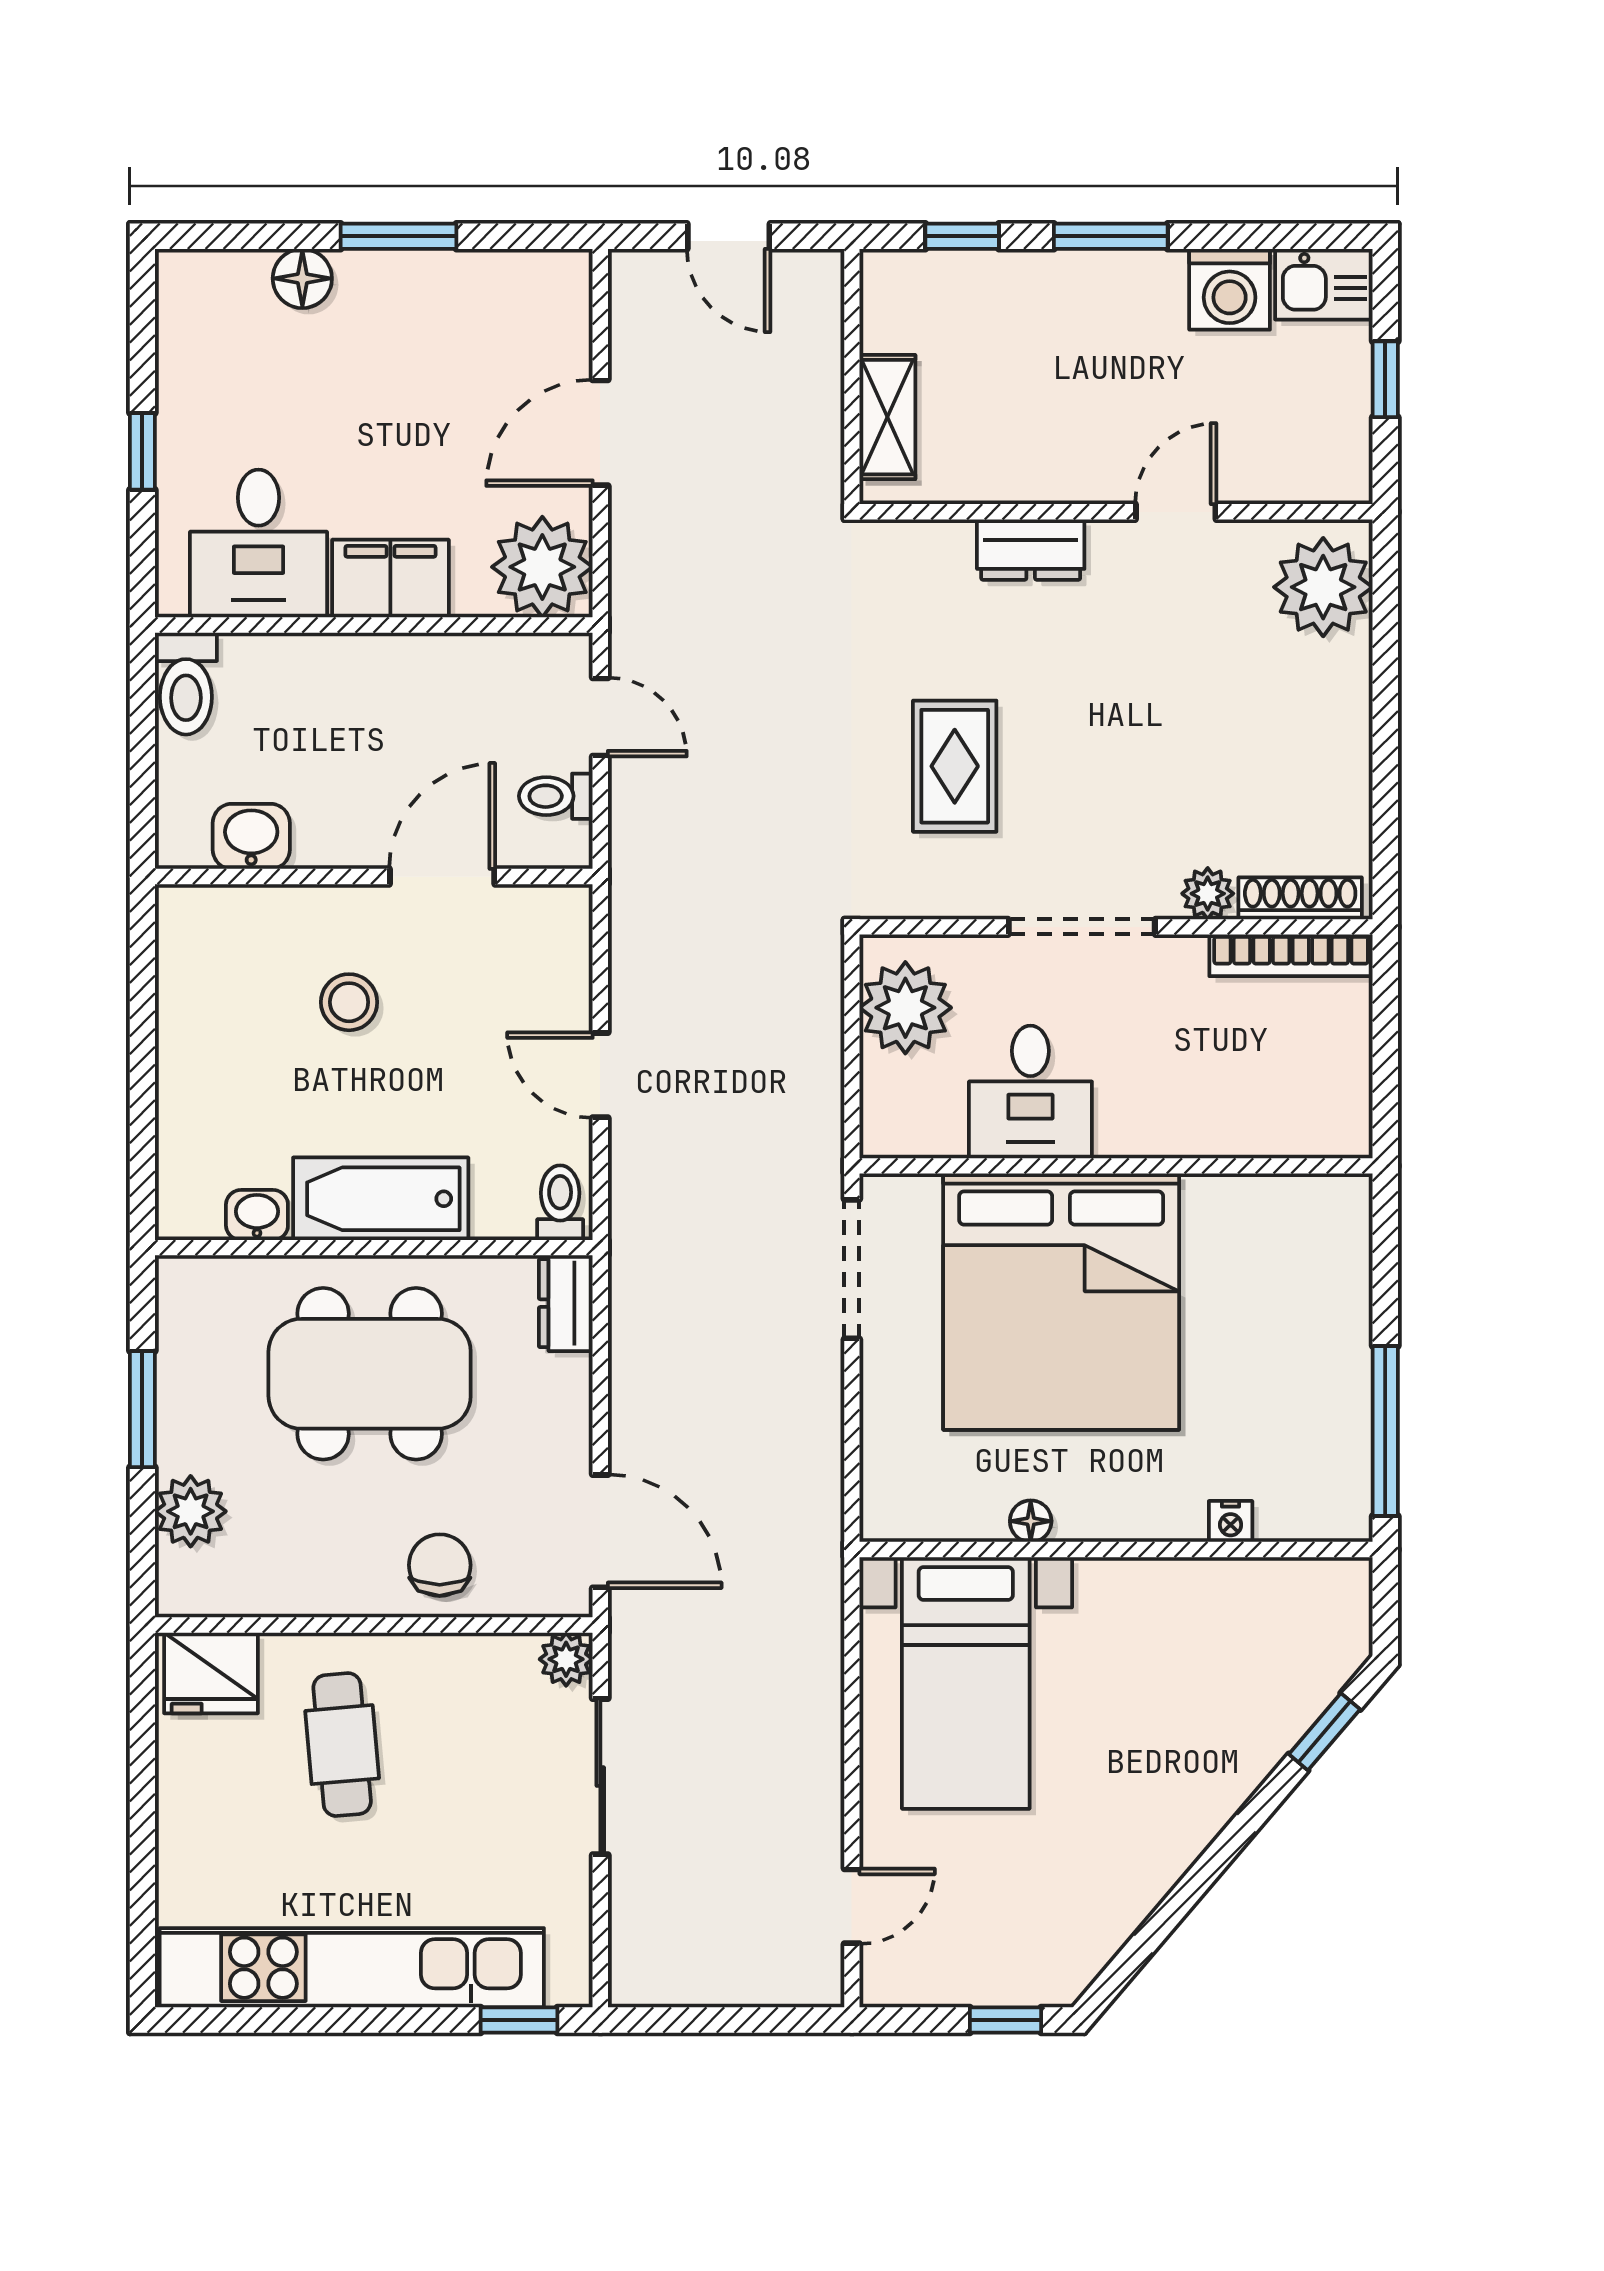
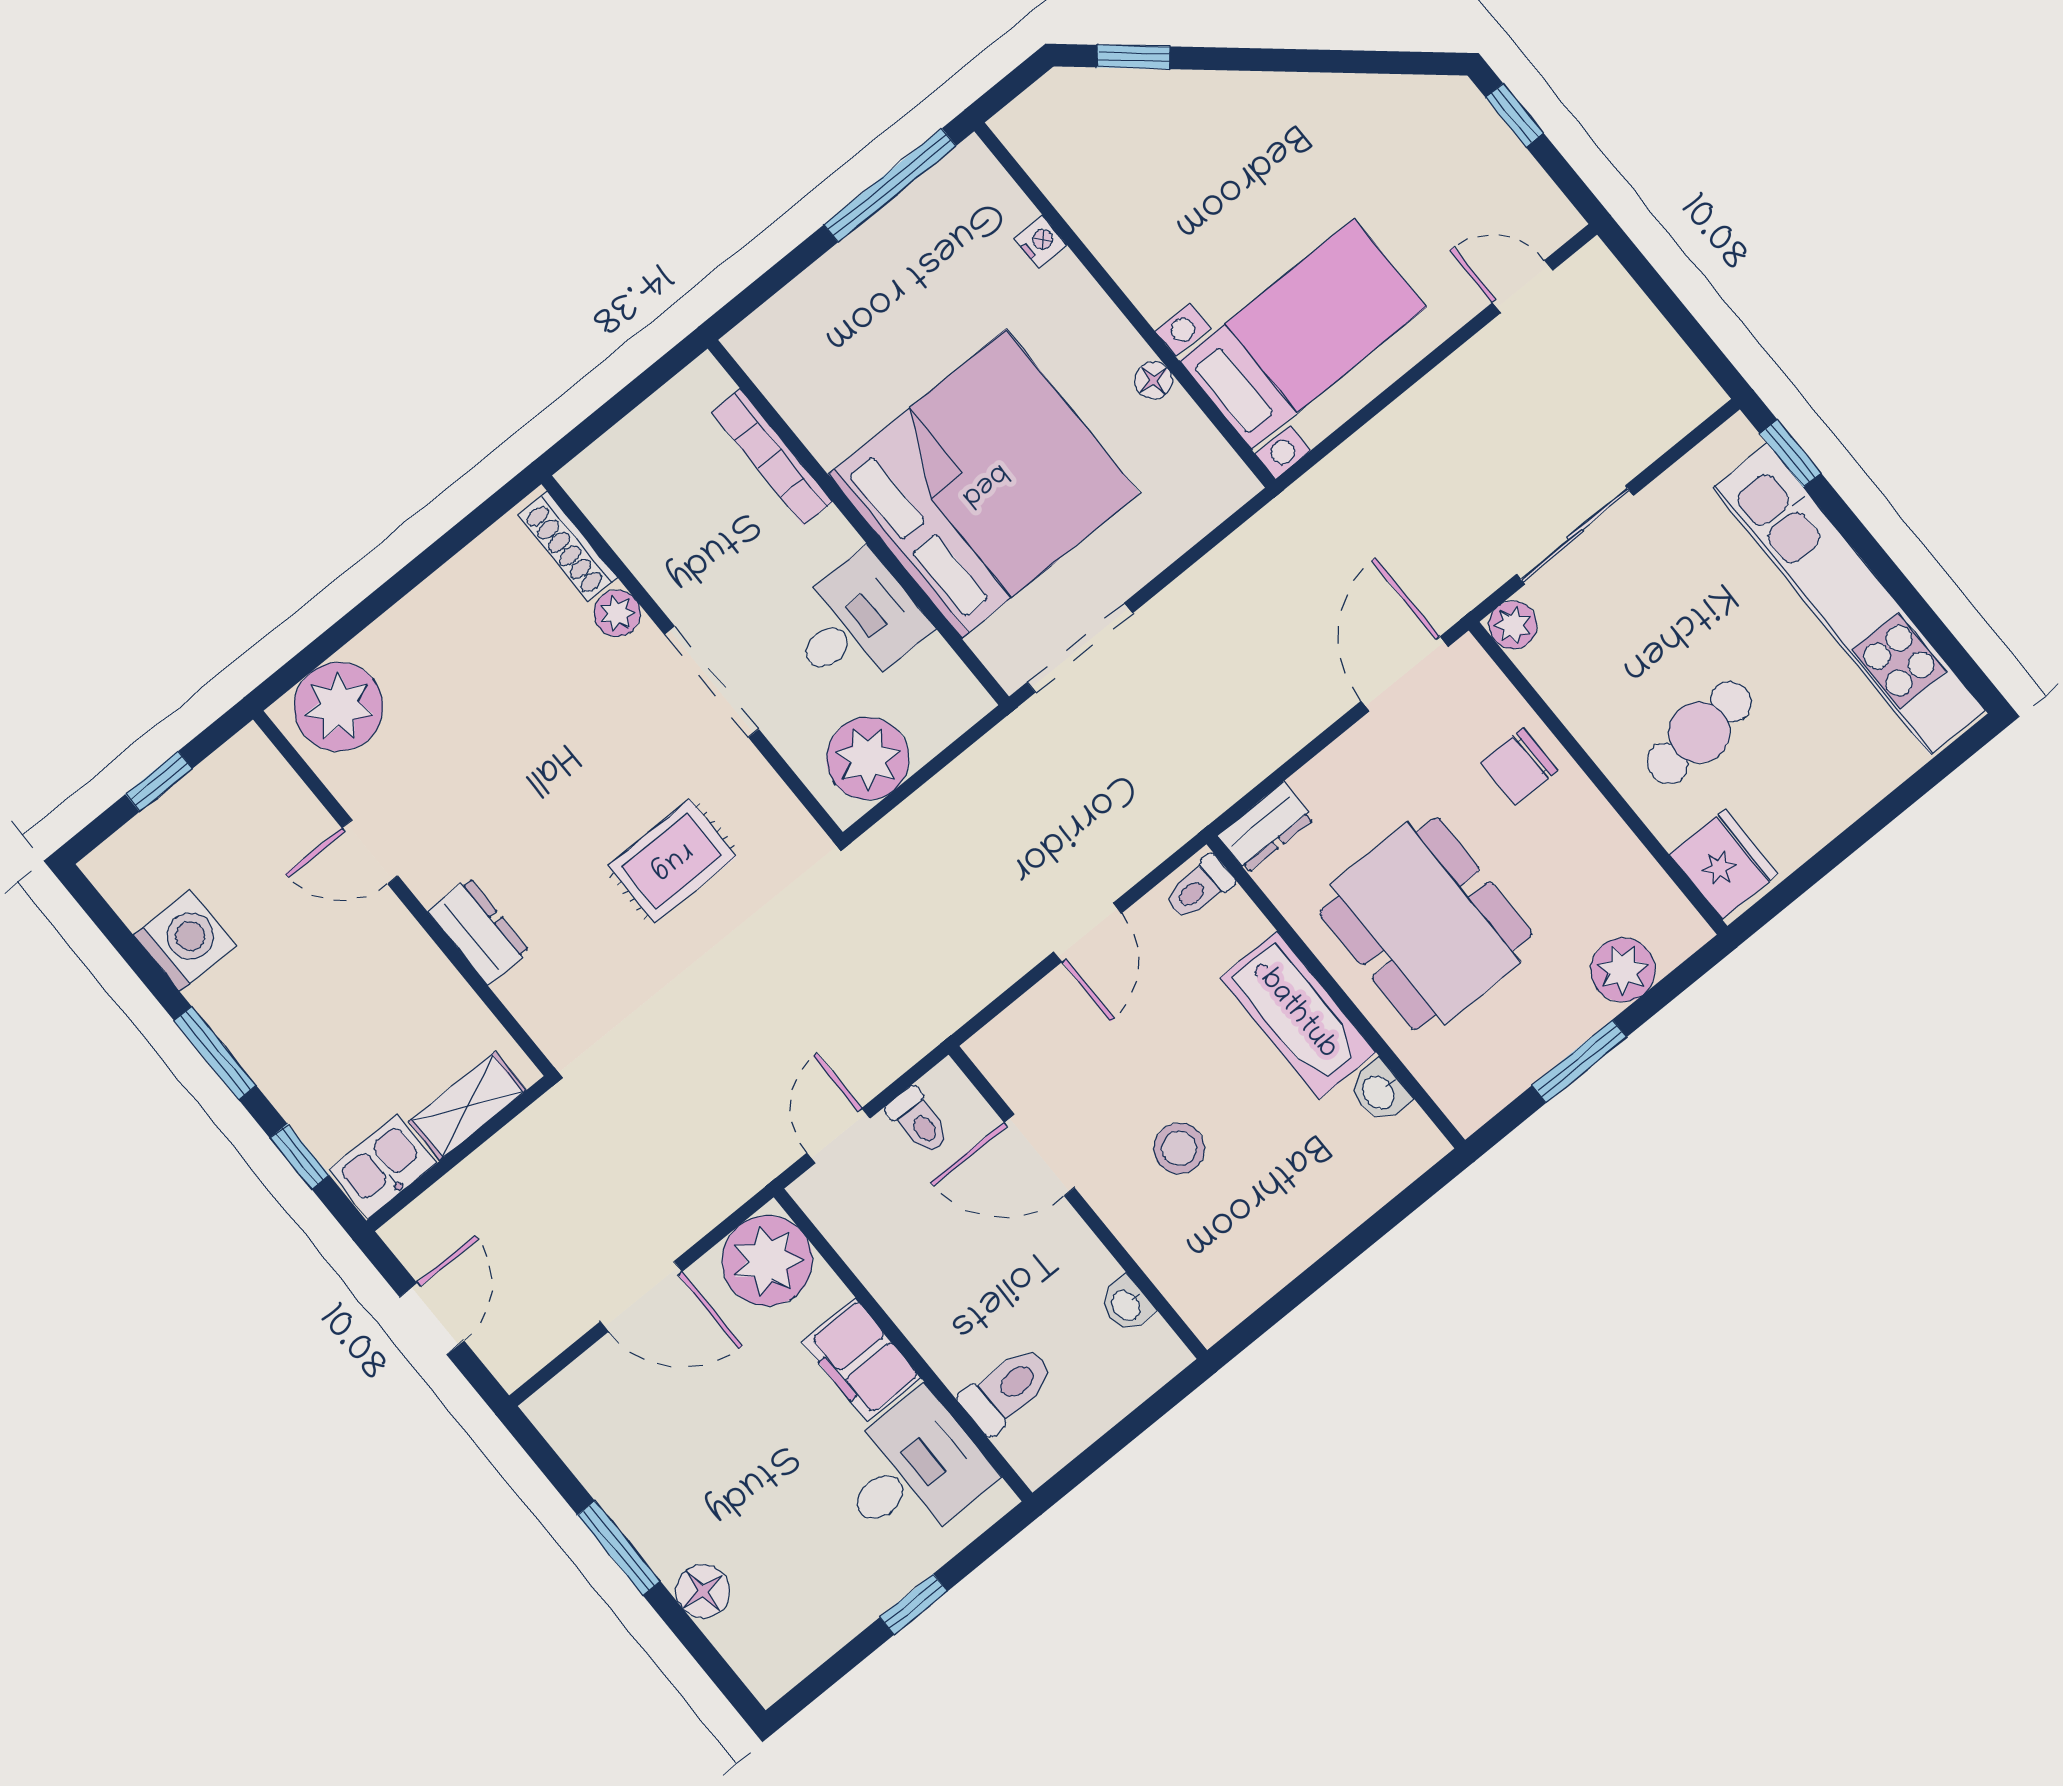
kitchen sink: (1324, 284) -> (383, 1167), moved, turned -90
toilet: (186, 684) -> (1007, 1390), moved
washbasin: (251, 836) -> (1127, 1305), width x0.72, depth x0.69
bookcase: (1291, 955) -> (772, 457), moved, turned 180

